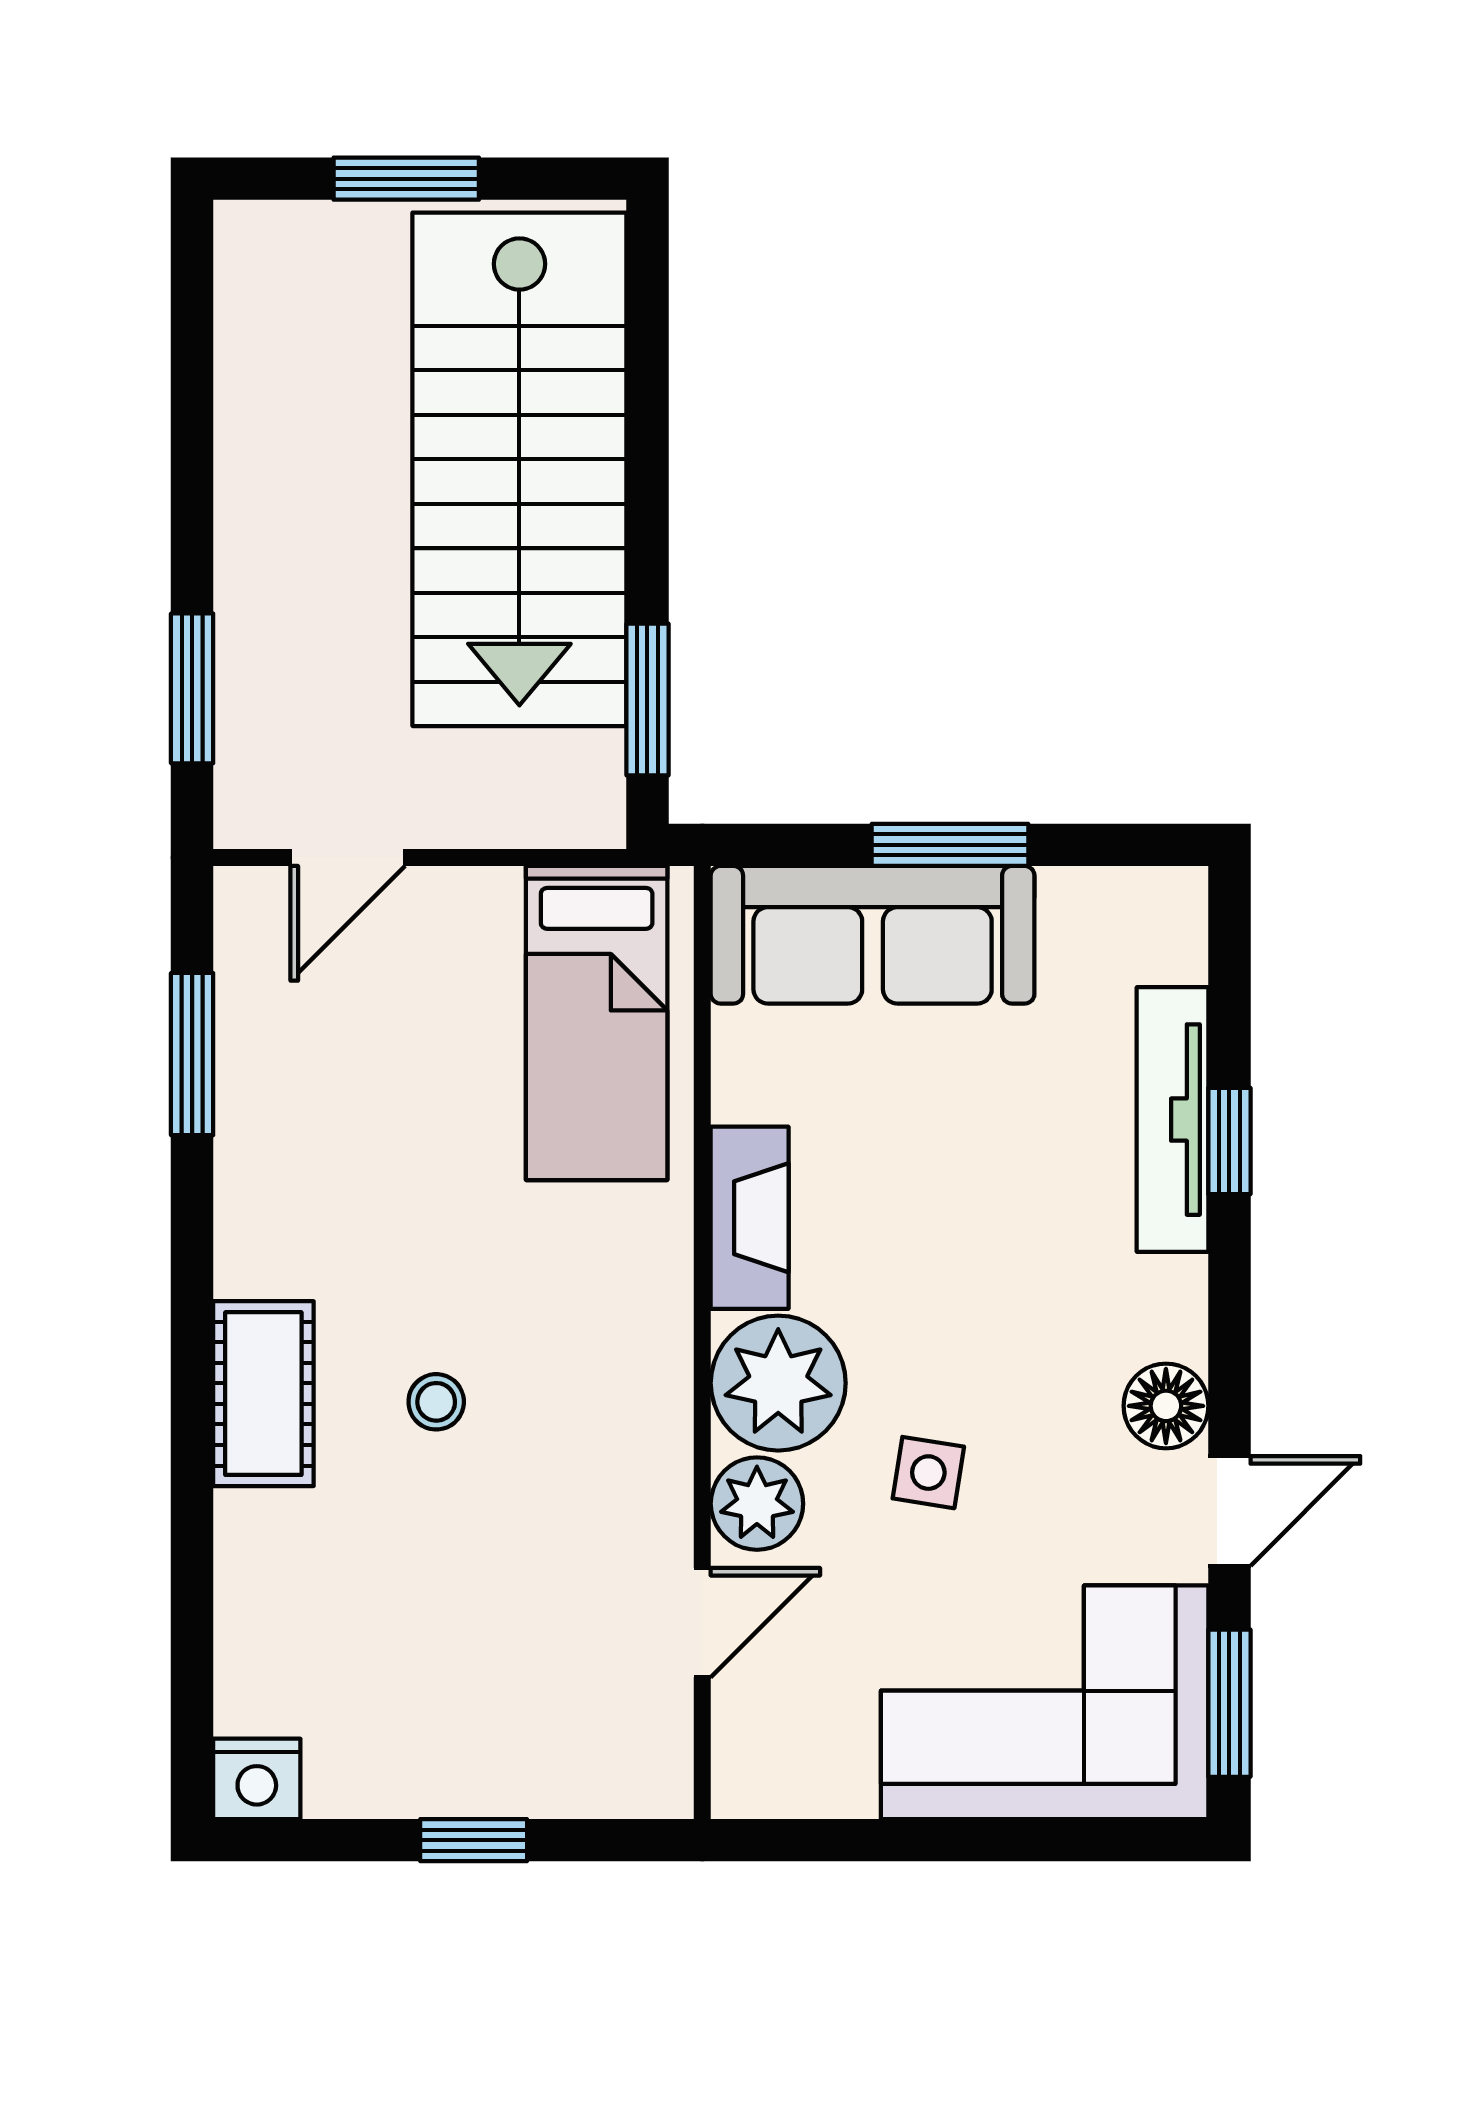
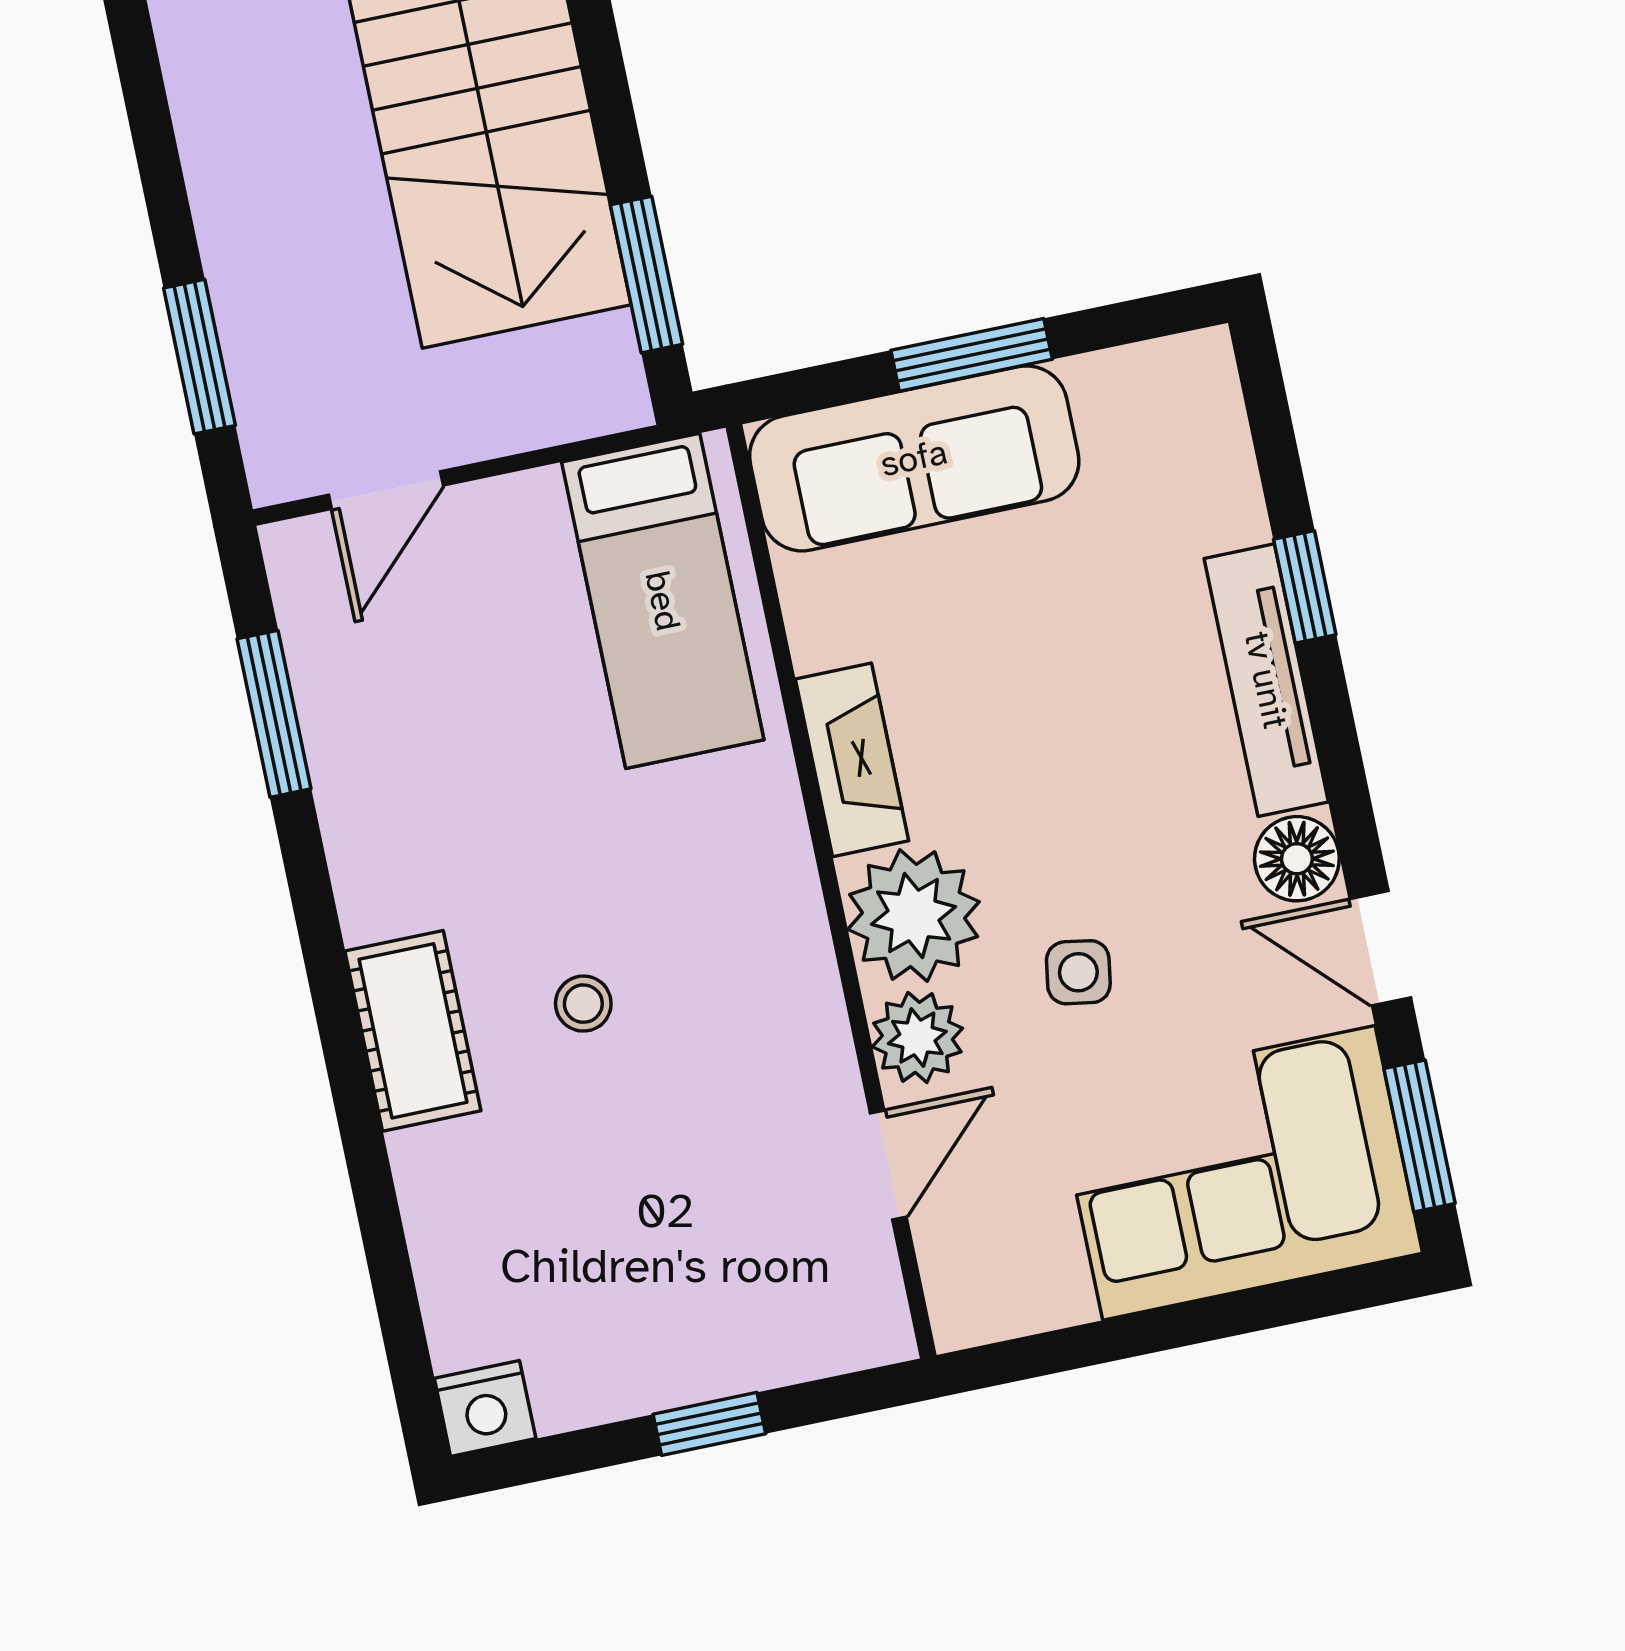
tv unit: (1173, 1120) -> (1266, 680), moved
door: (1229, 1511) -> (1380, 948), swing flipped

